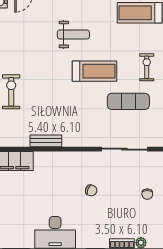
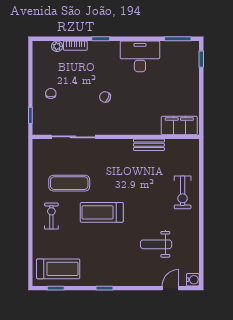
weight bench: (73, 34) -> (156, 244), moved
exercise bike: (147, 67) -> (51, 216), turned 180

